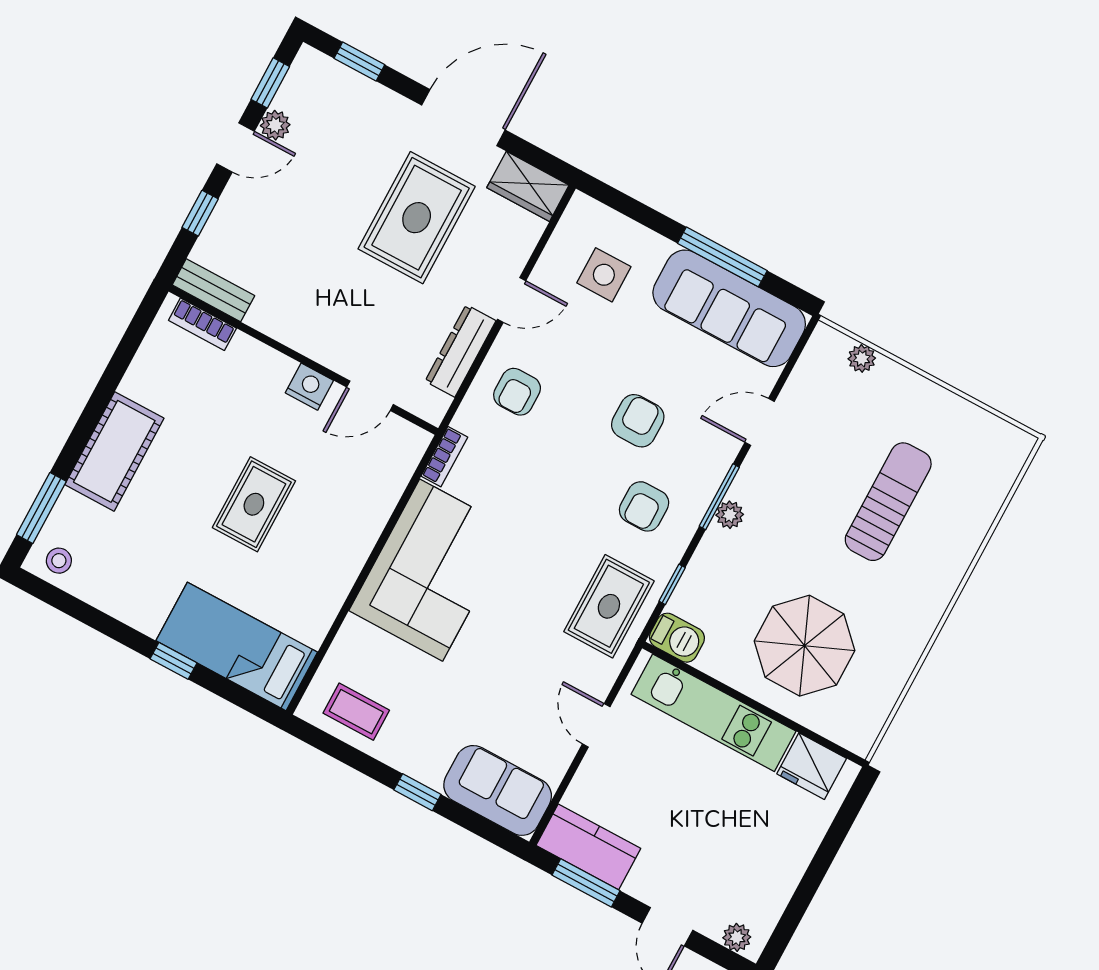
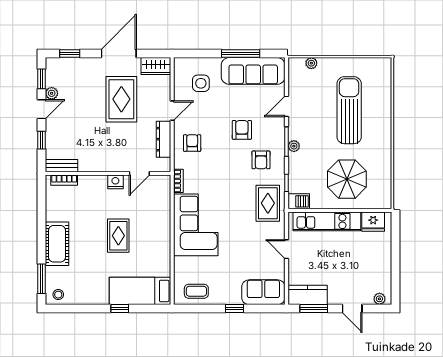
armchair: (517, 392) -> (192, 143), turned 180
sun lounger: (888, 502) -> (349, 110), width x1.36, depth x1.34

